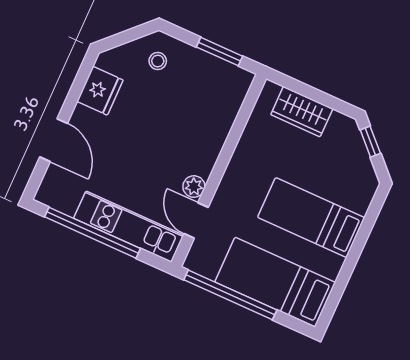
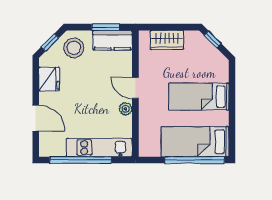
window: (126, 37) -> (50, 42), added
stool: (158, 61) -> (74, 48), width x1.89, depth x1.89
kitchen counter: (221, 75) -> (113, 40), added
door: (196, 221) -> (135, 88), moved
window: (230, 295) -> (195, 160), moved

